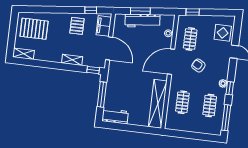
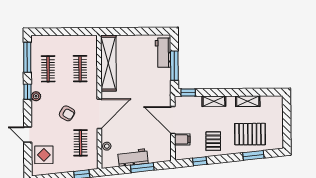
window: (44, 9) -> (253, 155), added
workbench: (142, 21) -> (133, 157), width x0.73
filing cabinet: (104, 26) -> (182, 139), width x0.50
pallet: (34, 29) -> (250, 134), moved
shelving: (24, 54) -> (248, 101), moved
workbench: (115, 116) -> (163, 53), moved, turned 90

